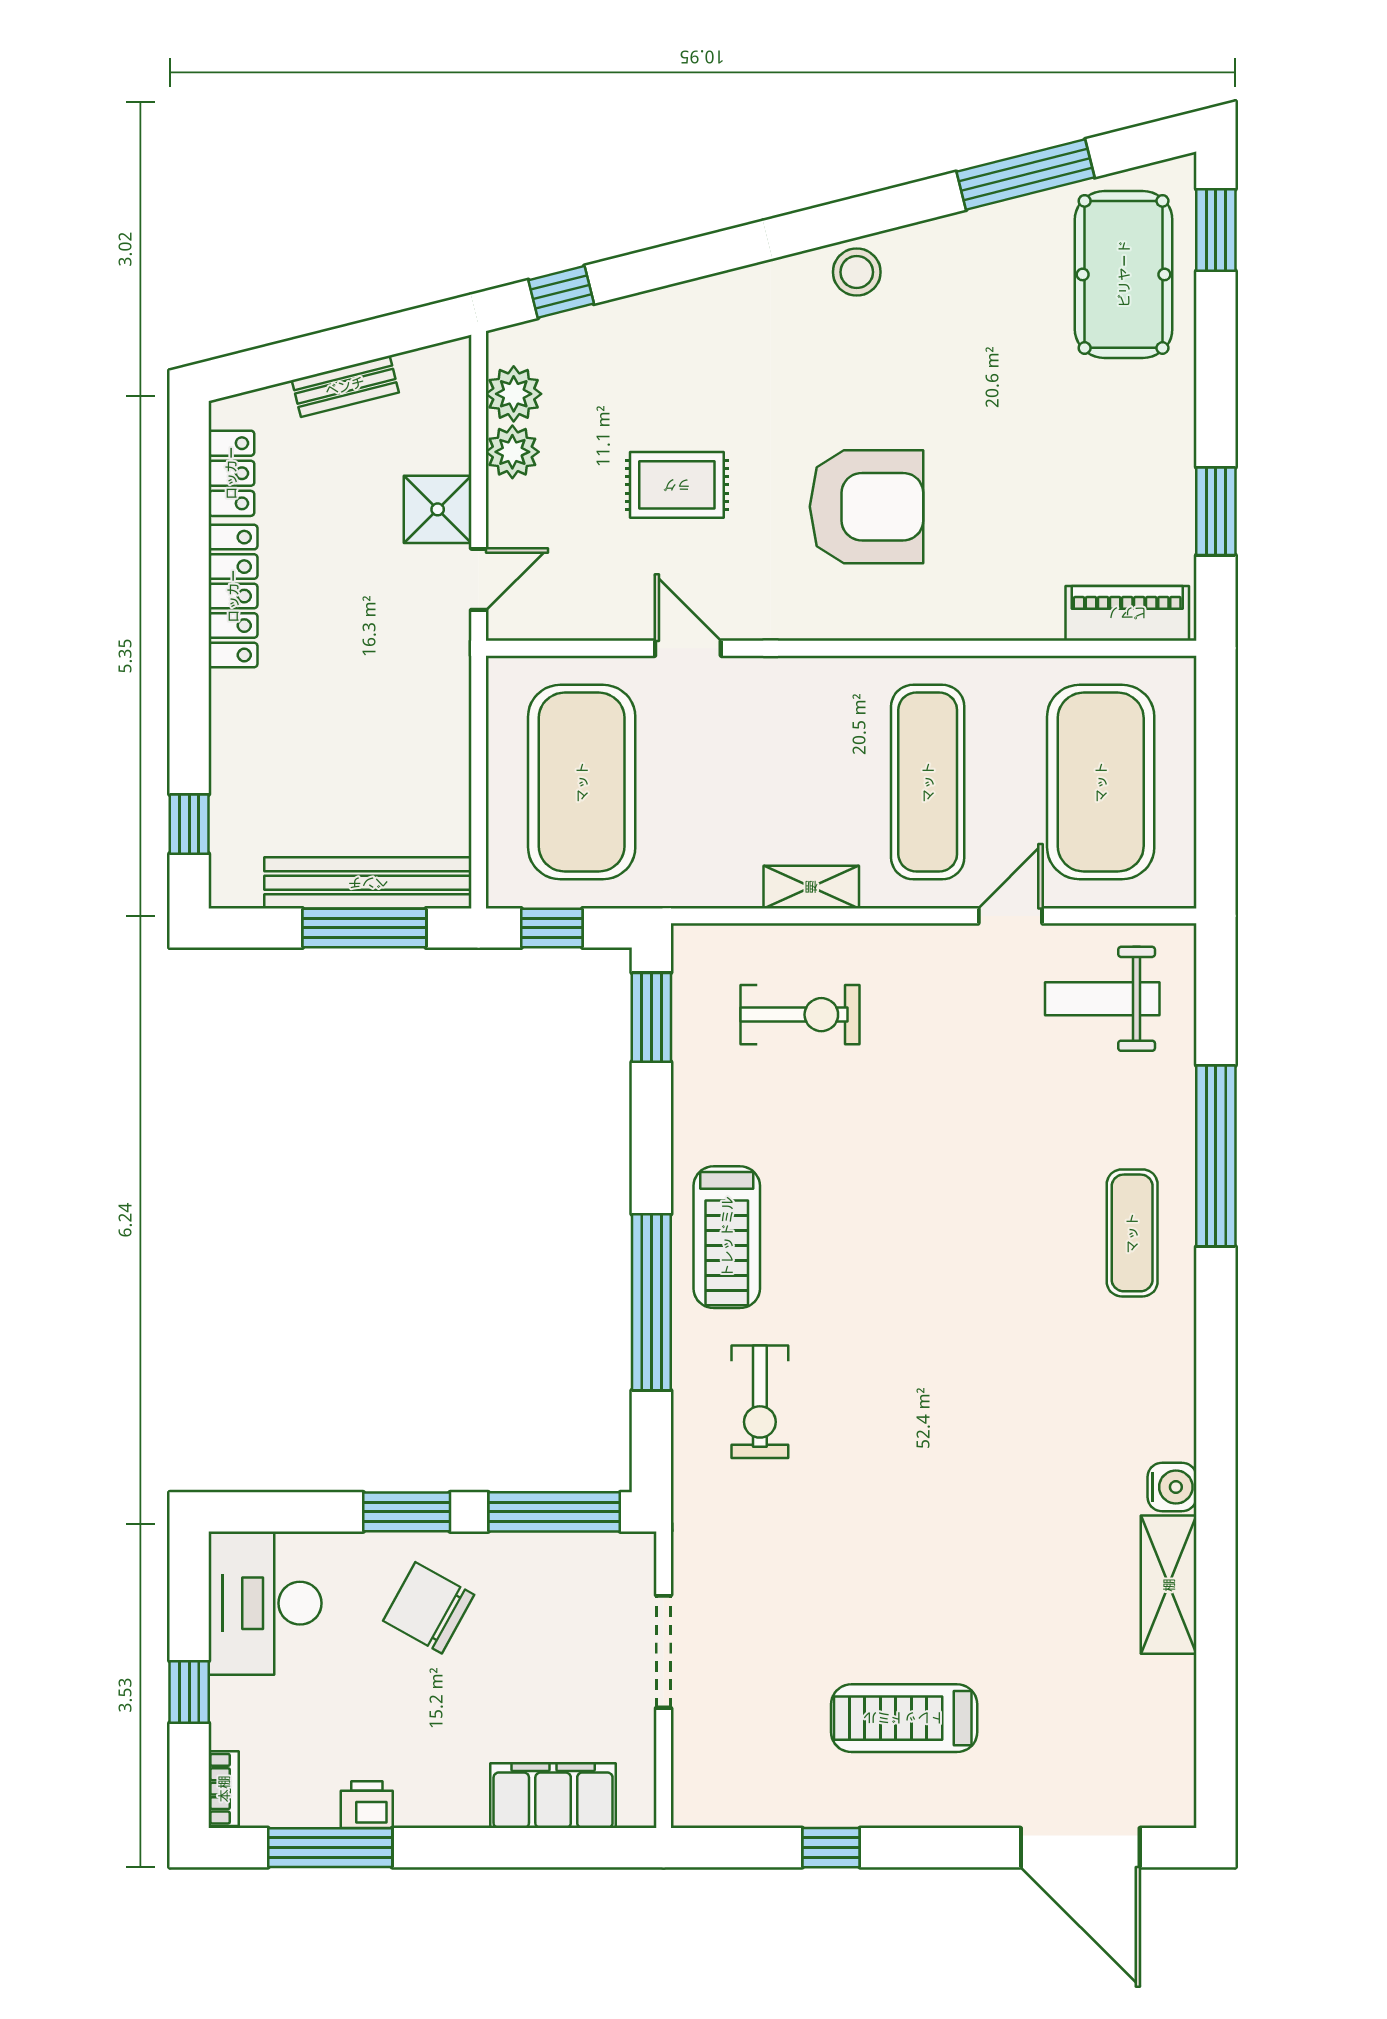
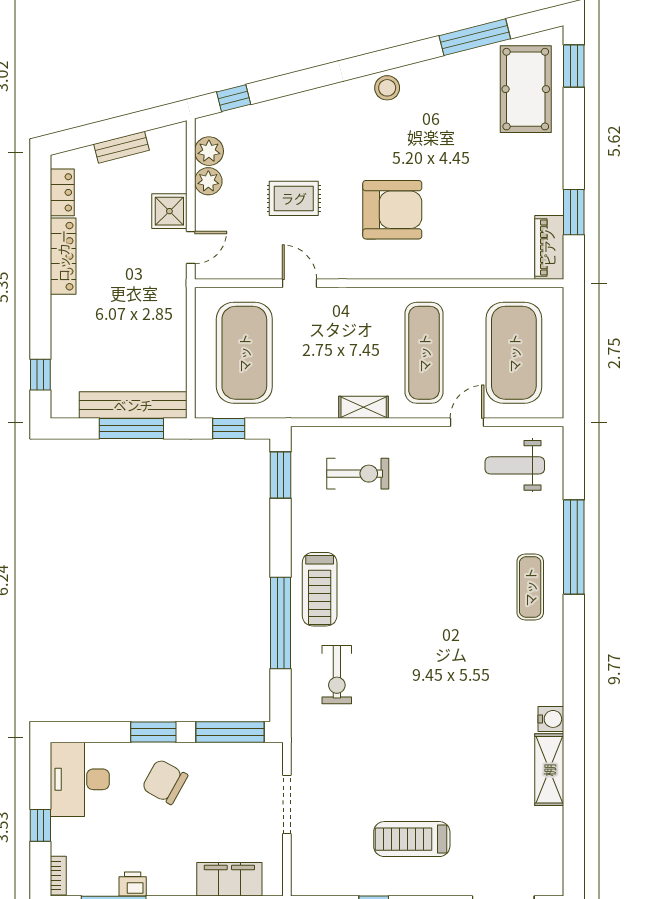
piano: (1127, 613) -> (549, 247), moved, turned -90

